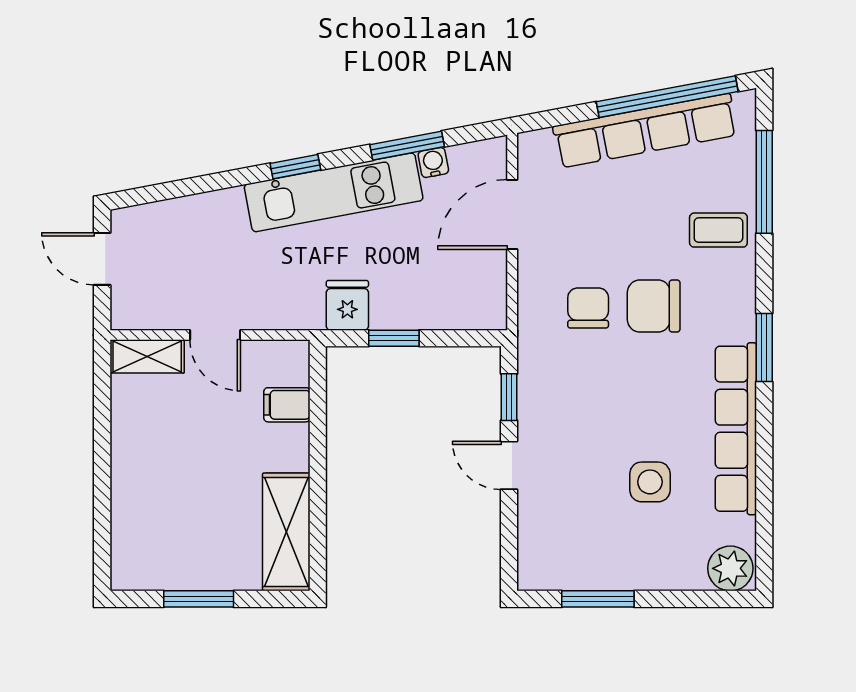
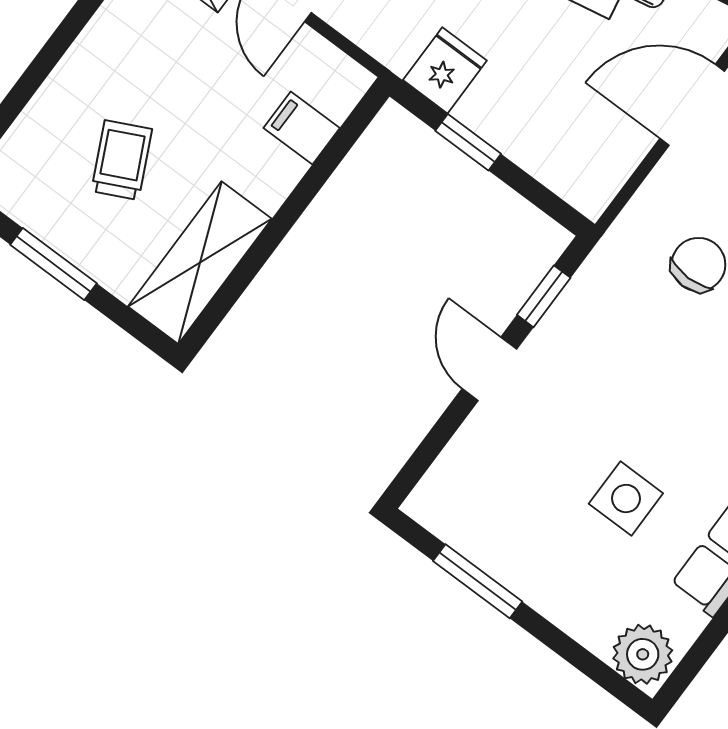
trolley: (193, 505) -> (122, 160), added

